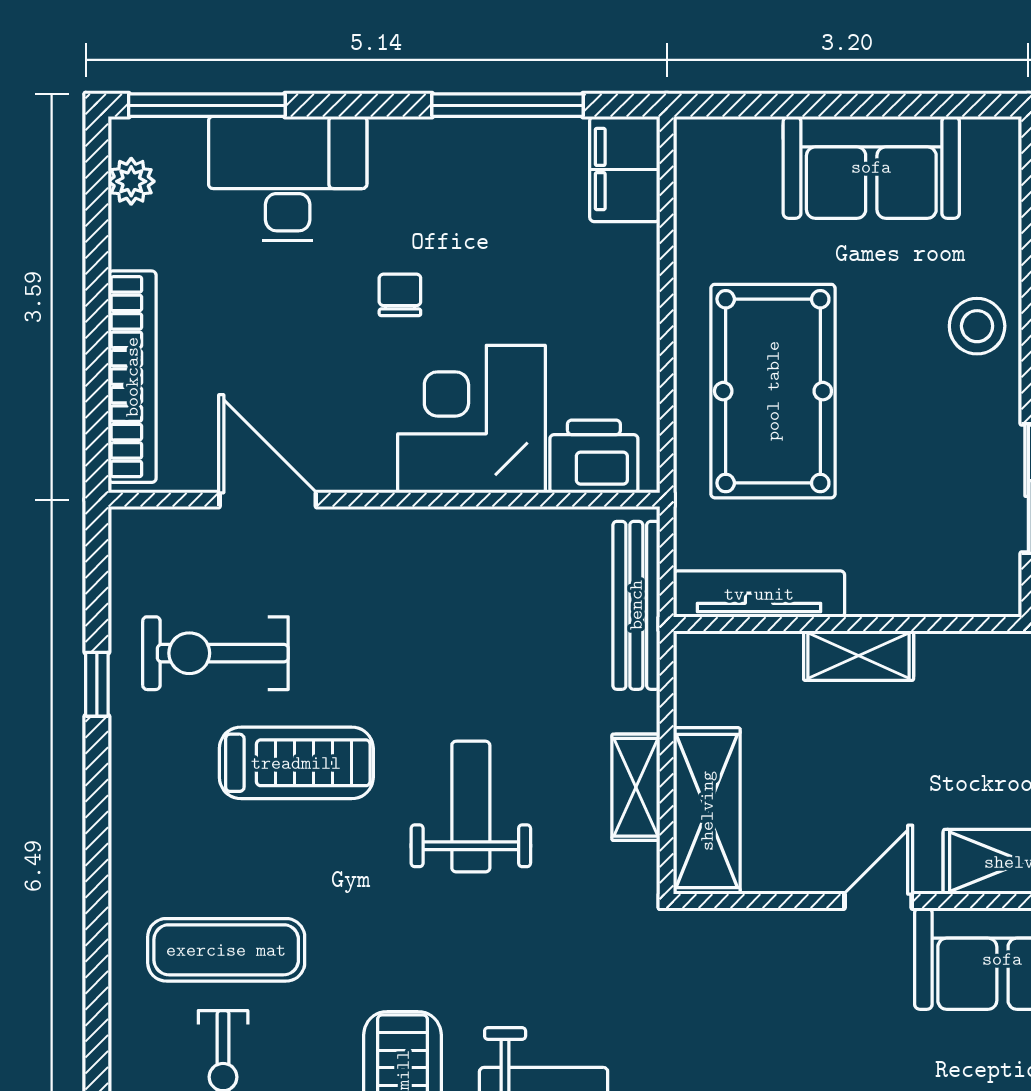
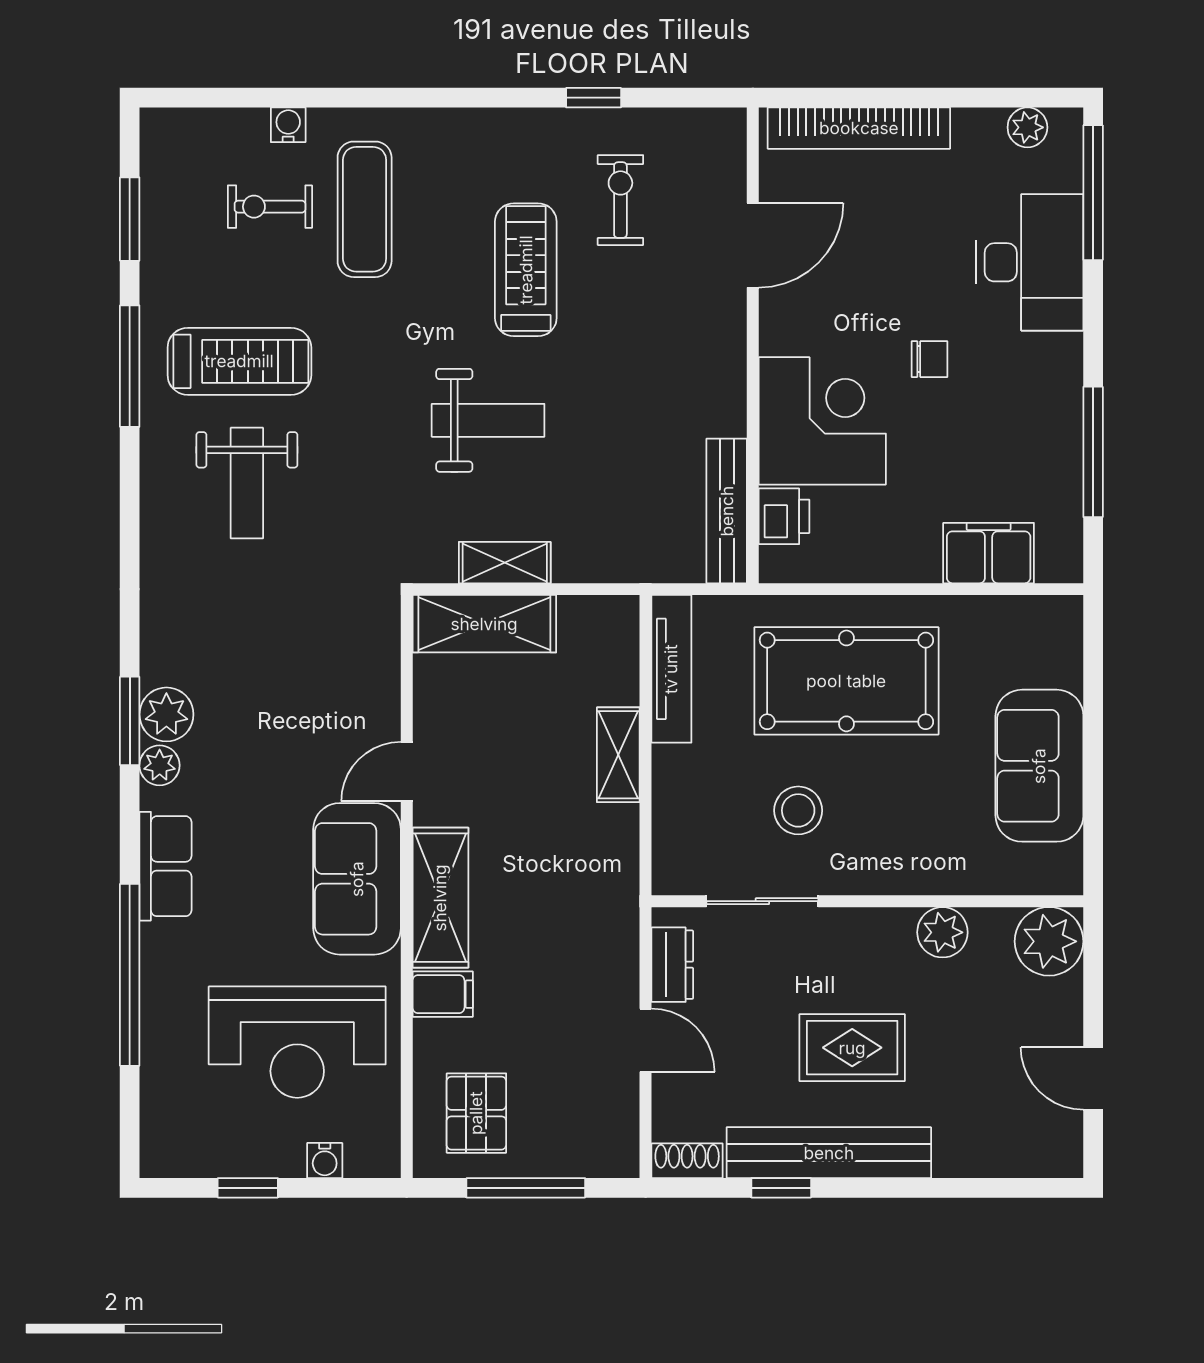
filing cabinet: (625, 169) -> (989, 553), moved
stool: (977, 326) -> (798, 810), moved
printer: (594, 456) -> (784, 516), width x0.73, depth x0.81
bench: (636, 605) -> (727, 511), moved, turned 90
exercise bike: (215, 653) -> (620, 200), width x0.73, depth x0.72
treadmill: (296, 763) -> (526, 270), turned 180
door: (878, 901) -> (407, 772), swing flipped
water cooler: (128, 1038) -> (288, 125), added

